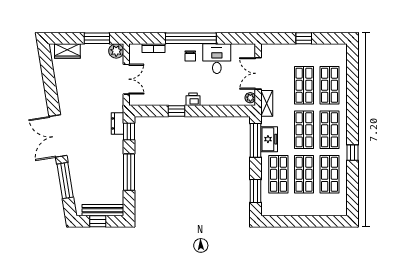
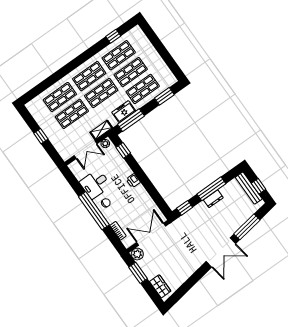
double door: (126, 79) -> (151, 234), width x1.37
window: (176, 111) -> (123, 150), moved
dresser: (117, 123) -> (213, 199), moved
window: (352, 153) -> (113, 36), moved

